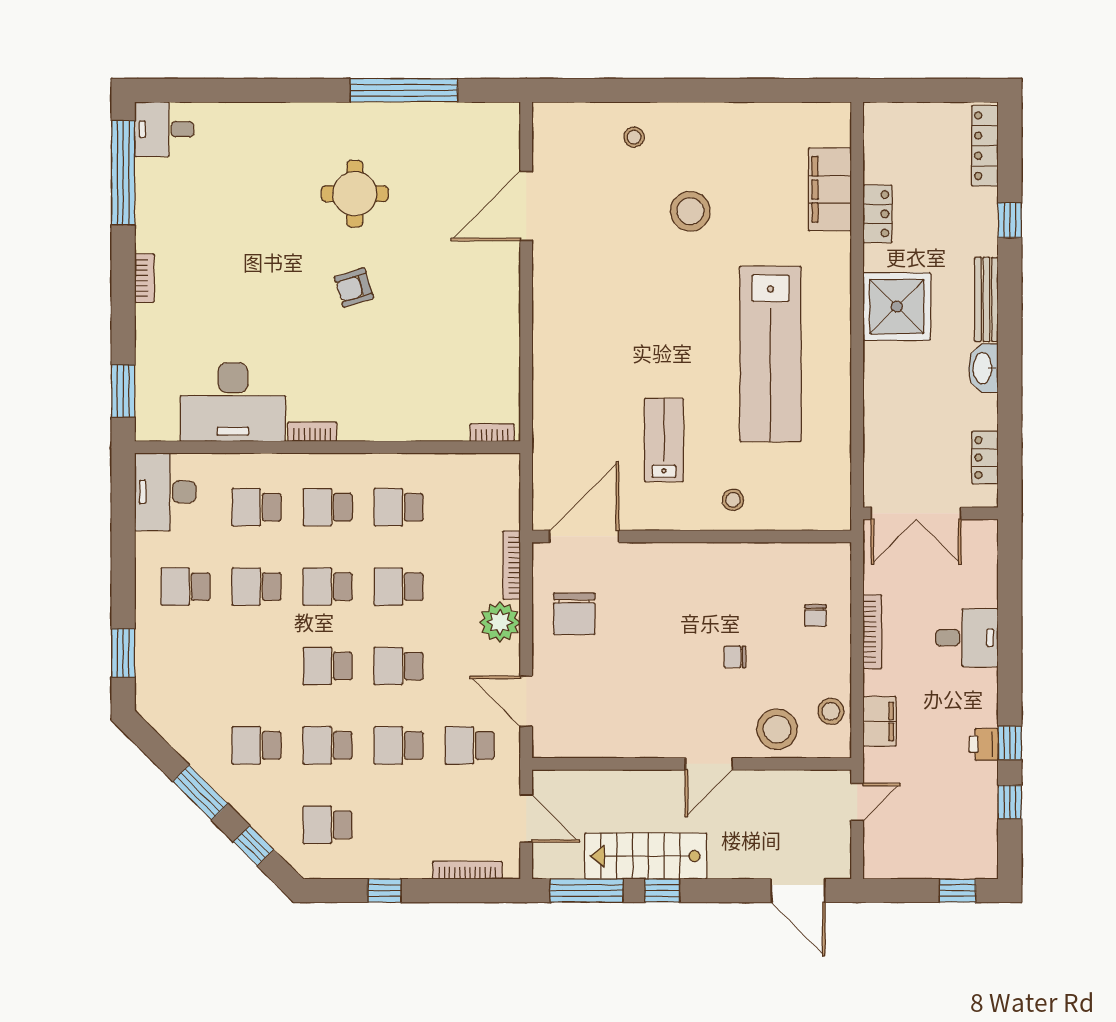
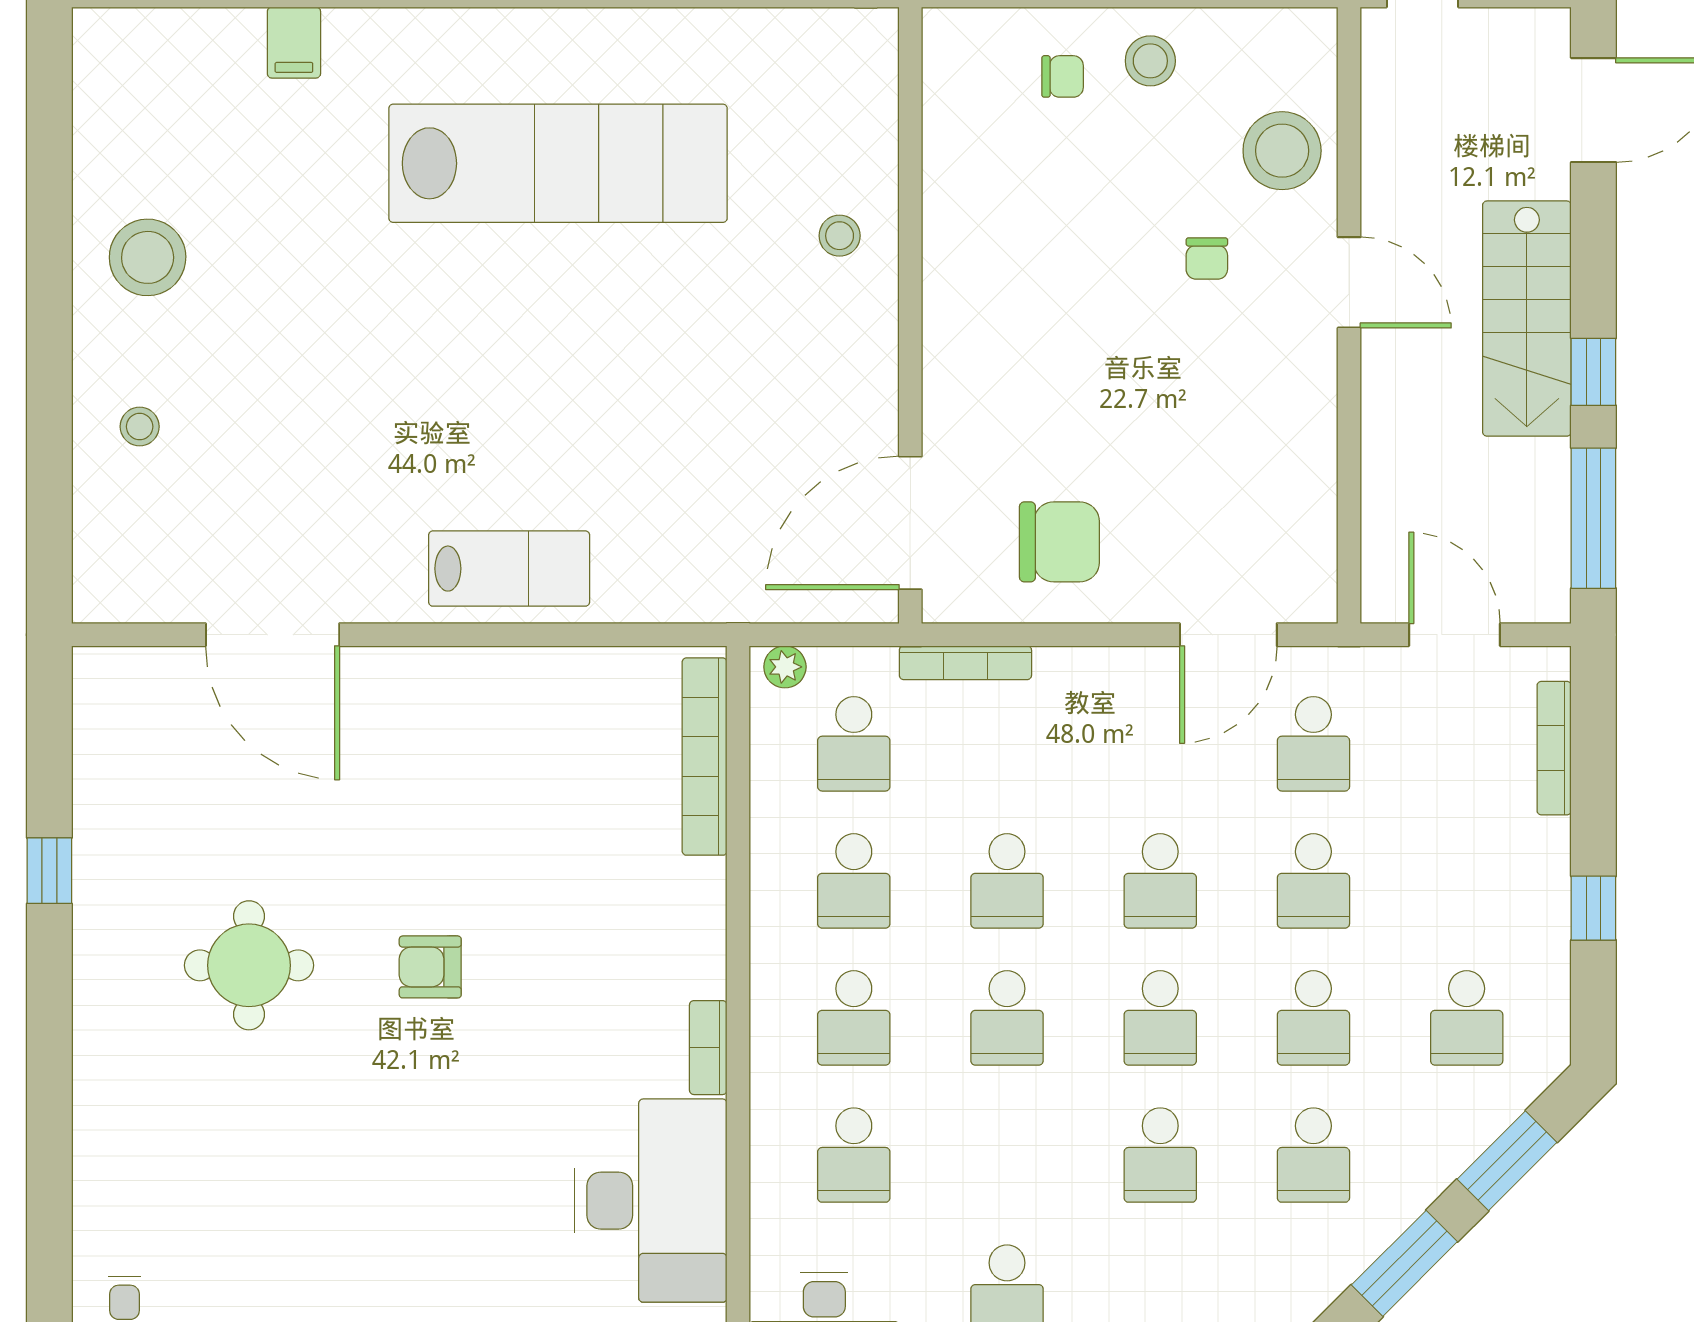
window: (404, 90) -> (49, 871), width x0.32
filing cabinet: (830, 189) -> (294, 43), width x0.33, depth x0.86
stool: (690, 211) -> (148, 257), moved
armchair: (354, 288) -> (430, 967), turned 107
bookcase: (492, 433) -> (705, 757), width x2.31, depth x1.31
lab bench: (664, 440) -> (509, 569), moved, turned 180
school desk: (470, 507) -> (854, 744), added
door: (584, 536) -> (910, 523), hinge flipped
school desk: (256, 587) -> (1160, 1155), moved
plant: (500, 622) -> (785, 667), moved, width x0.53, depth x0.53
chair: (735, 657) -> (1207, 259), moved
stool: (831, 711) -> (1150, 61), moved
door: (526, 819) -> (1454, 635), hinge flipped
window: (254, 846) -> (1507, 1161), width x1.50
stairs: (646, 856) -> (1527, 319), moved

